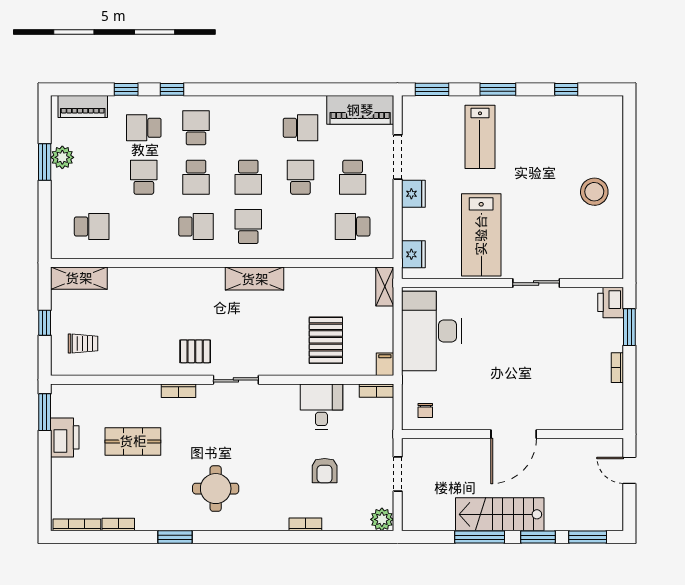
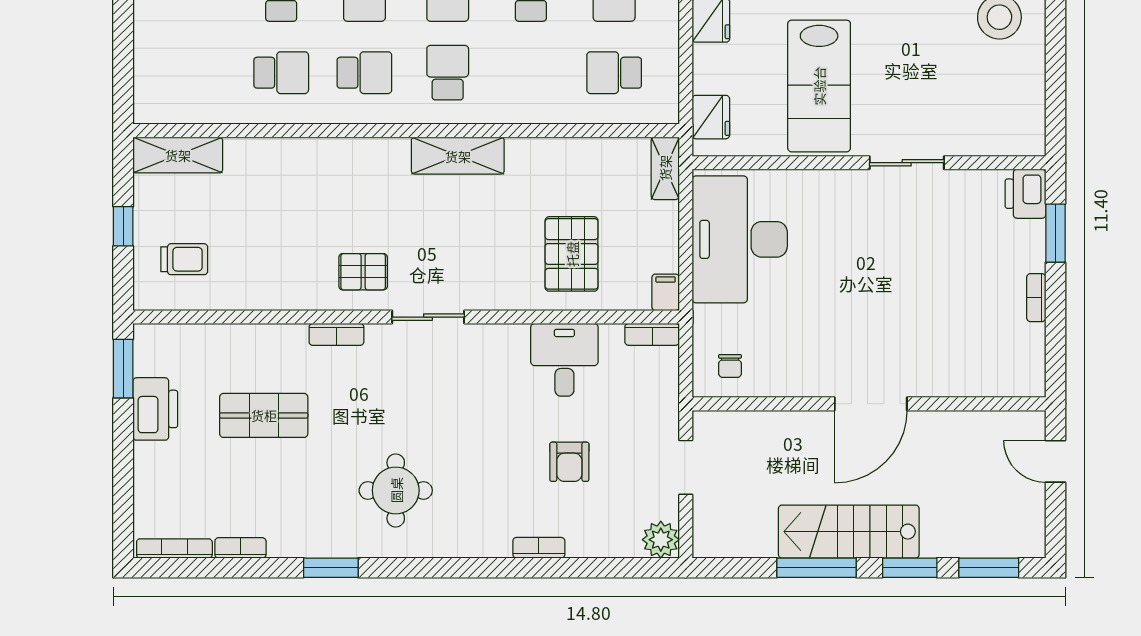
school desk: (92, 227) -> (281, 73), moved

